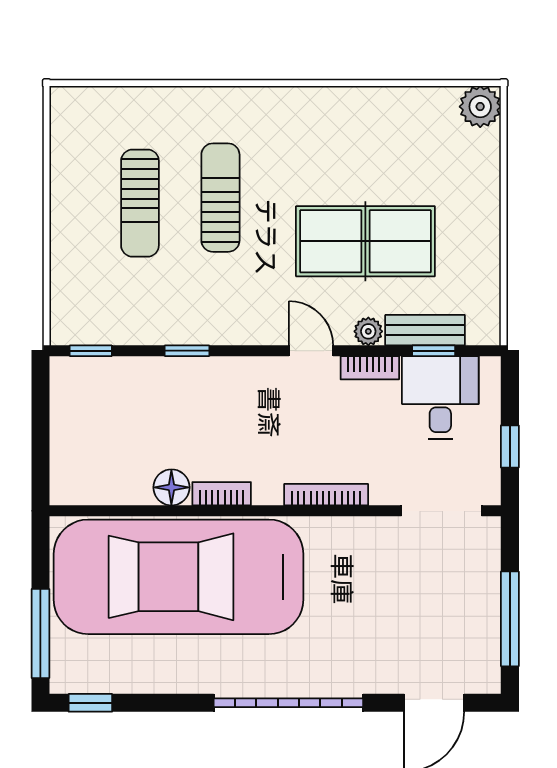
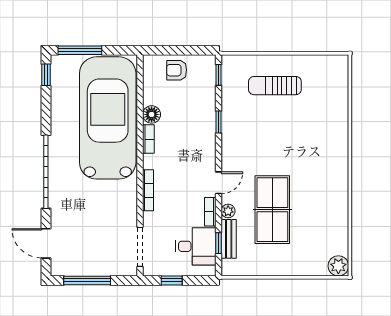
sun lounger: (220, 198) -> (294, 138), removed
sun lounger: (140, 203) -> (275, 86), moved
armchair: (81, 436) -> (177, 70), added

